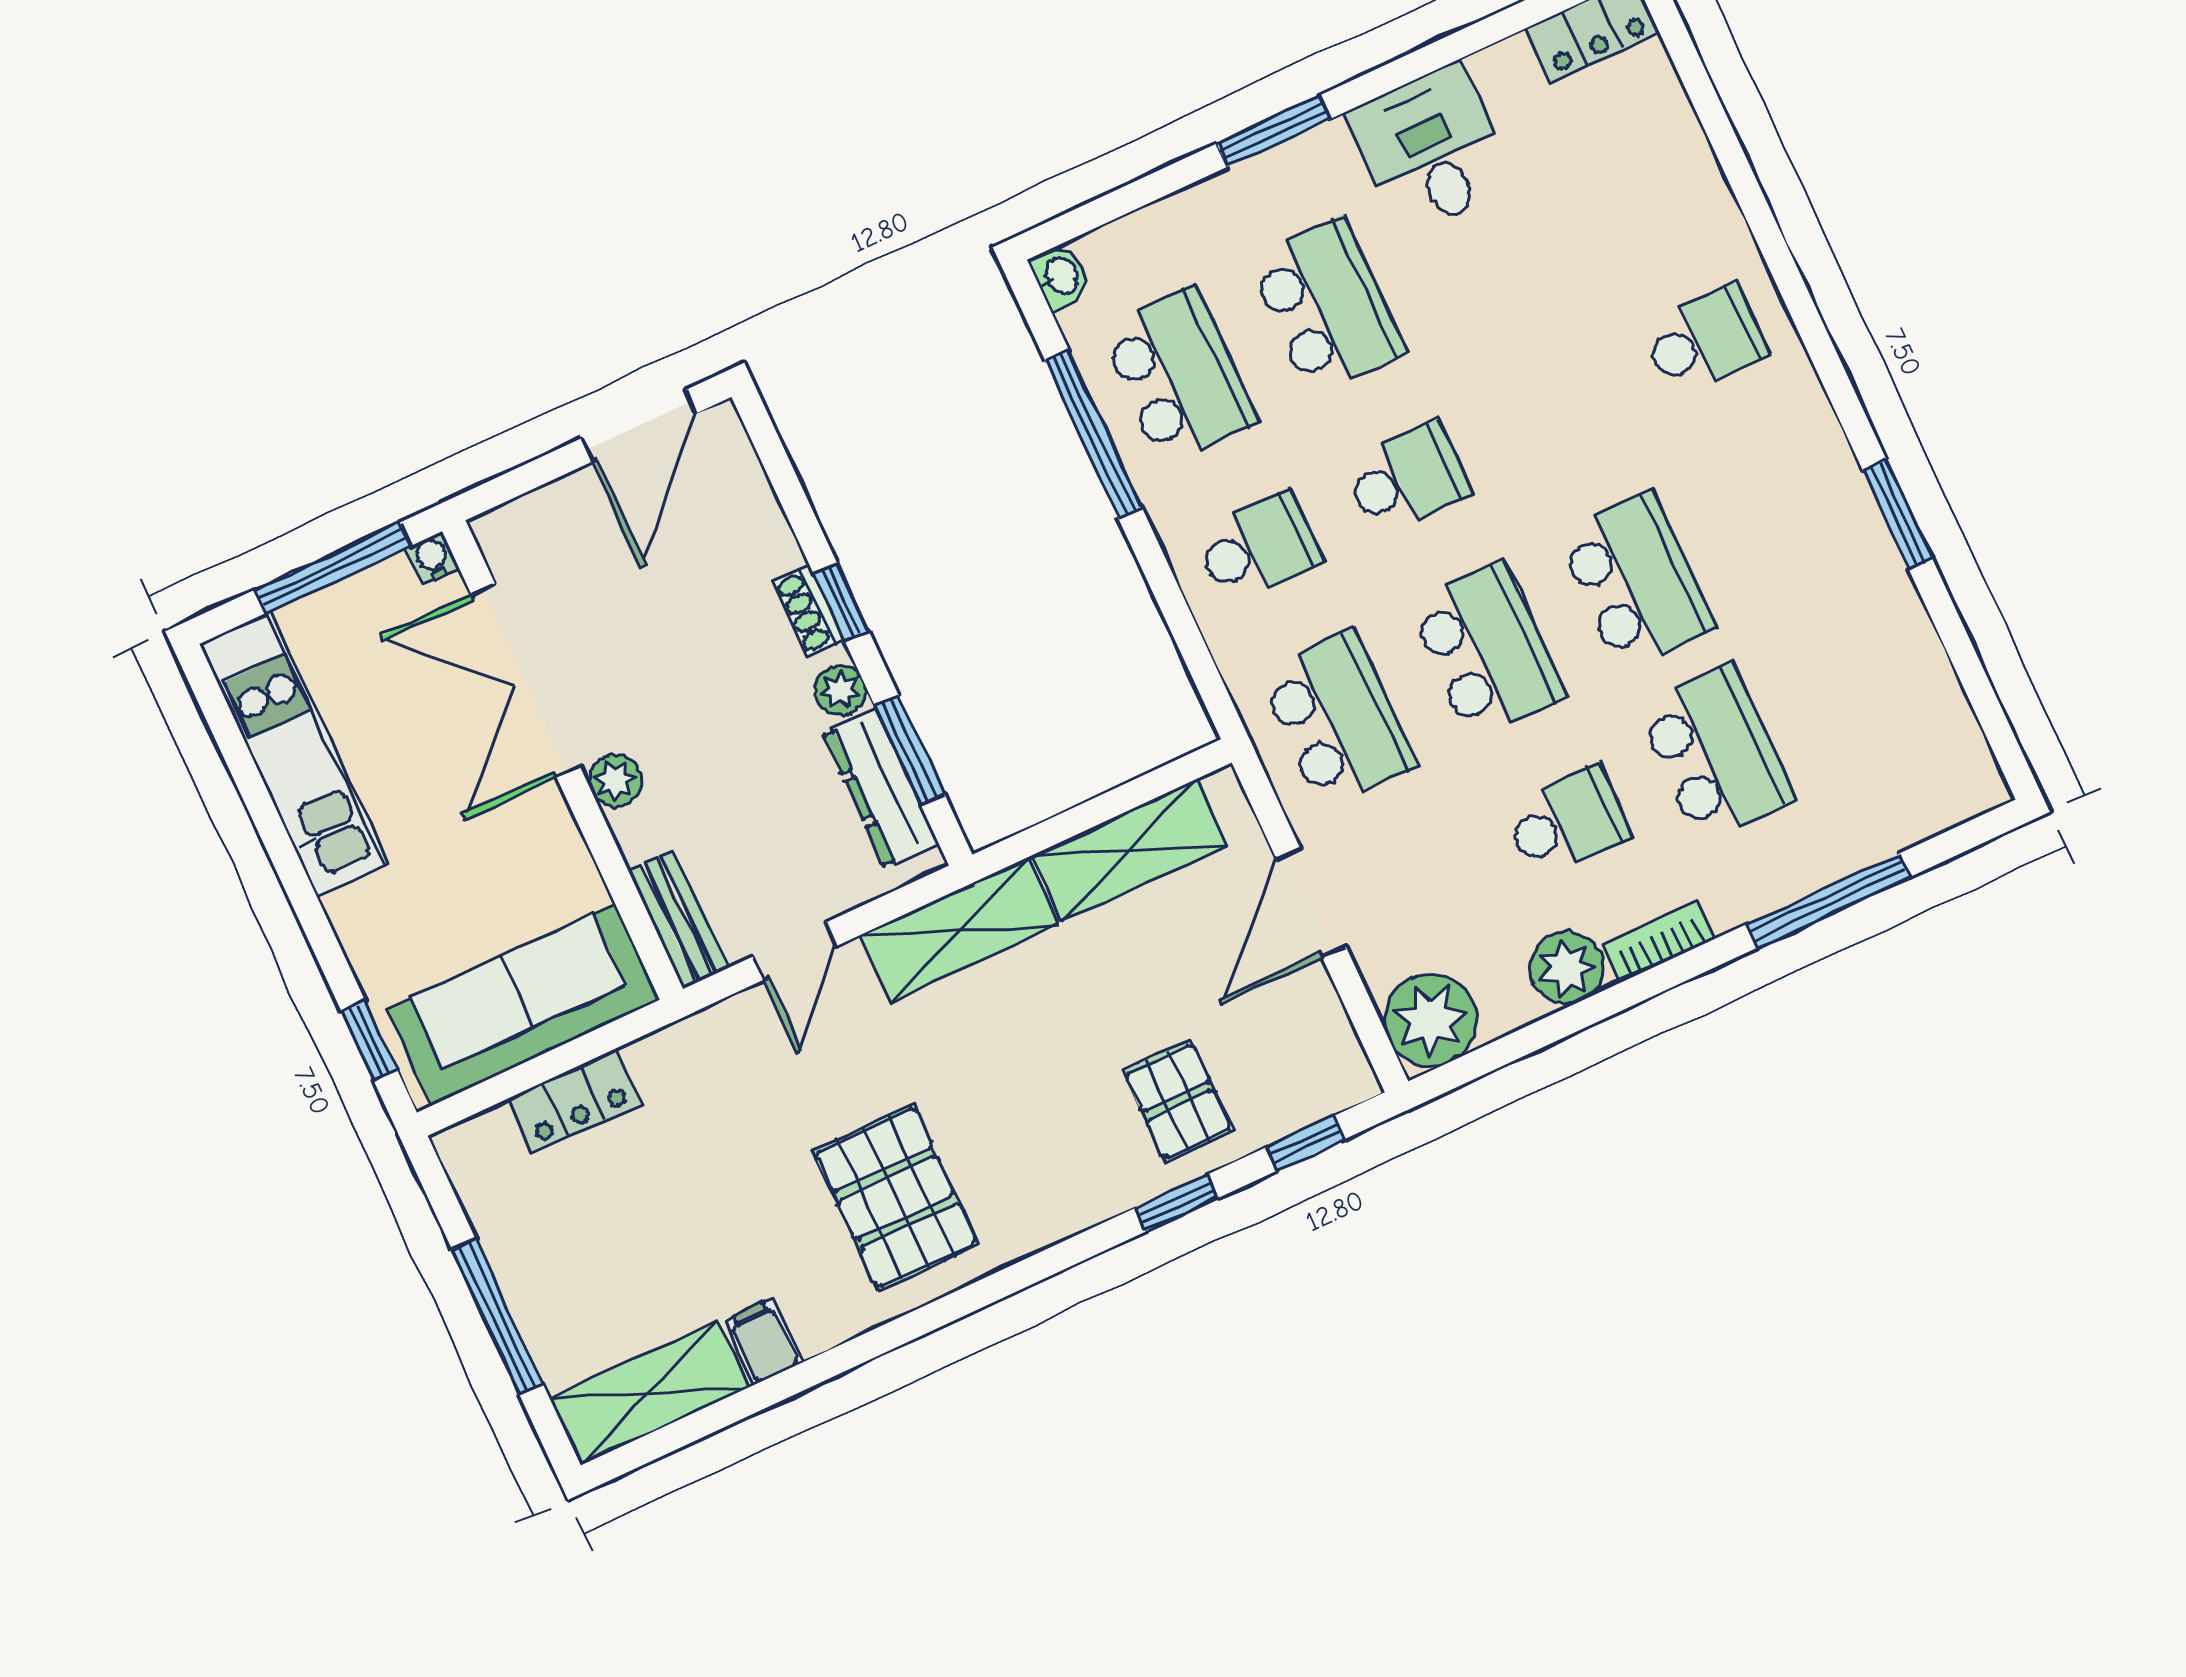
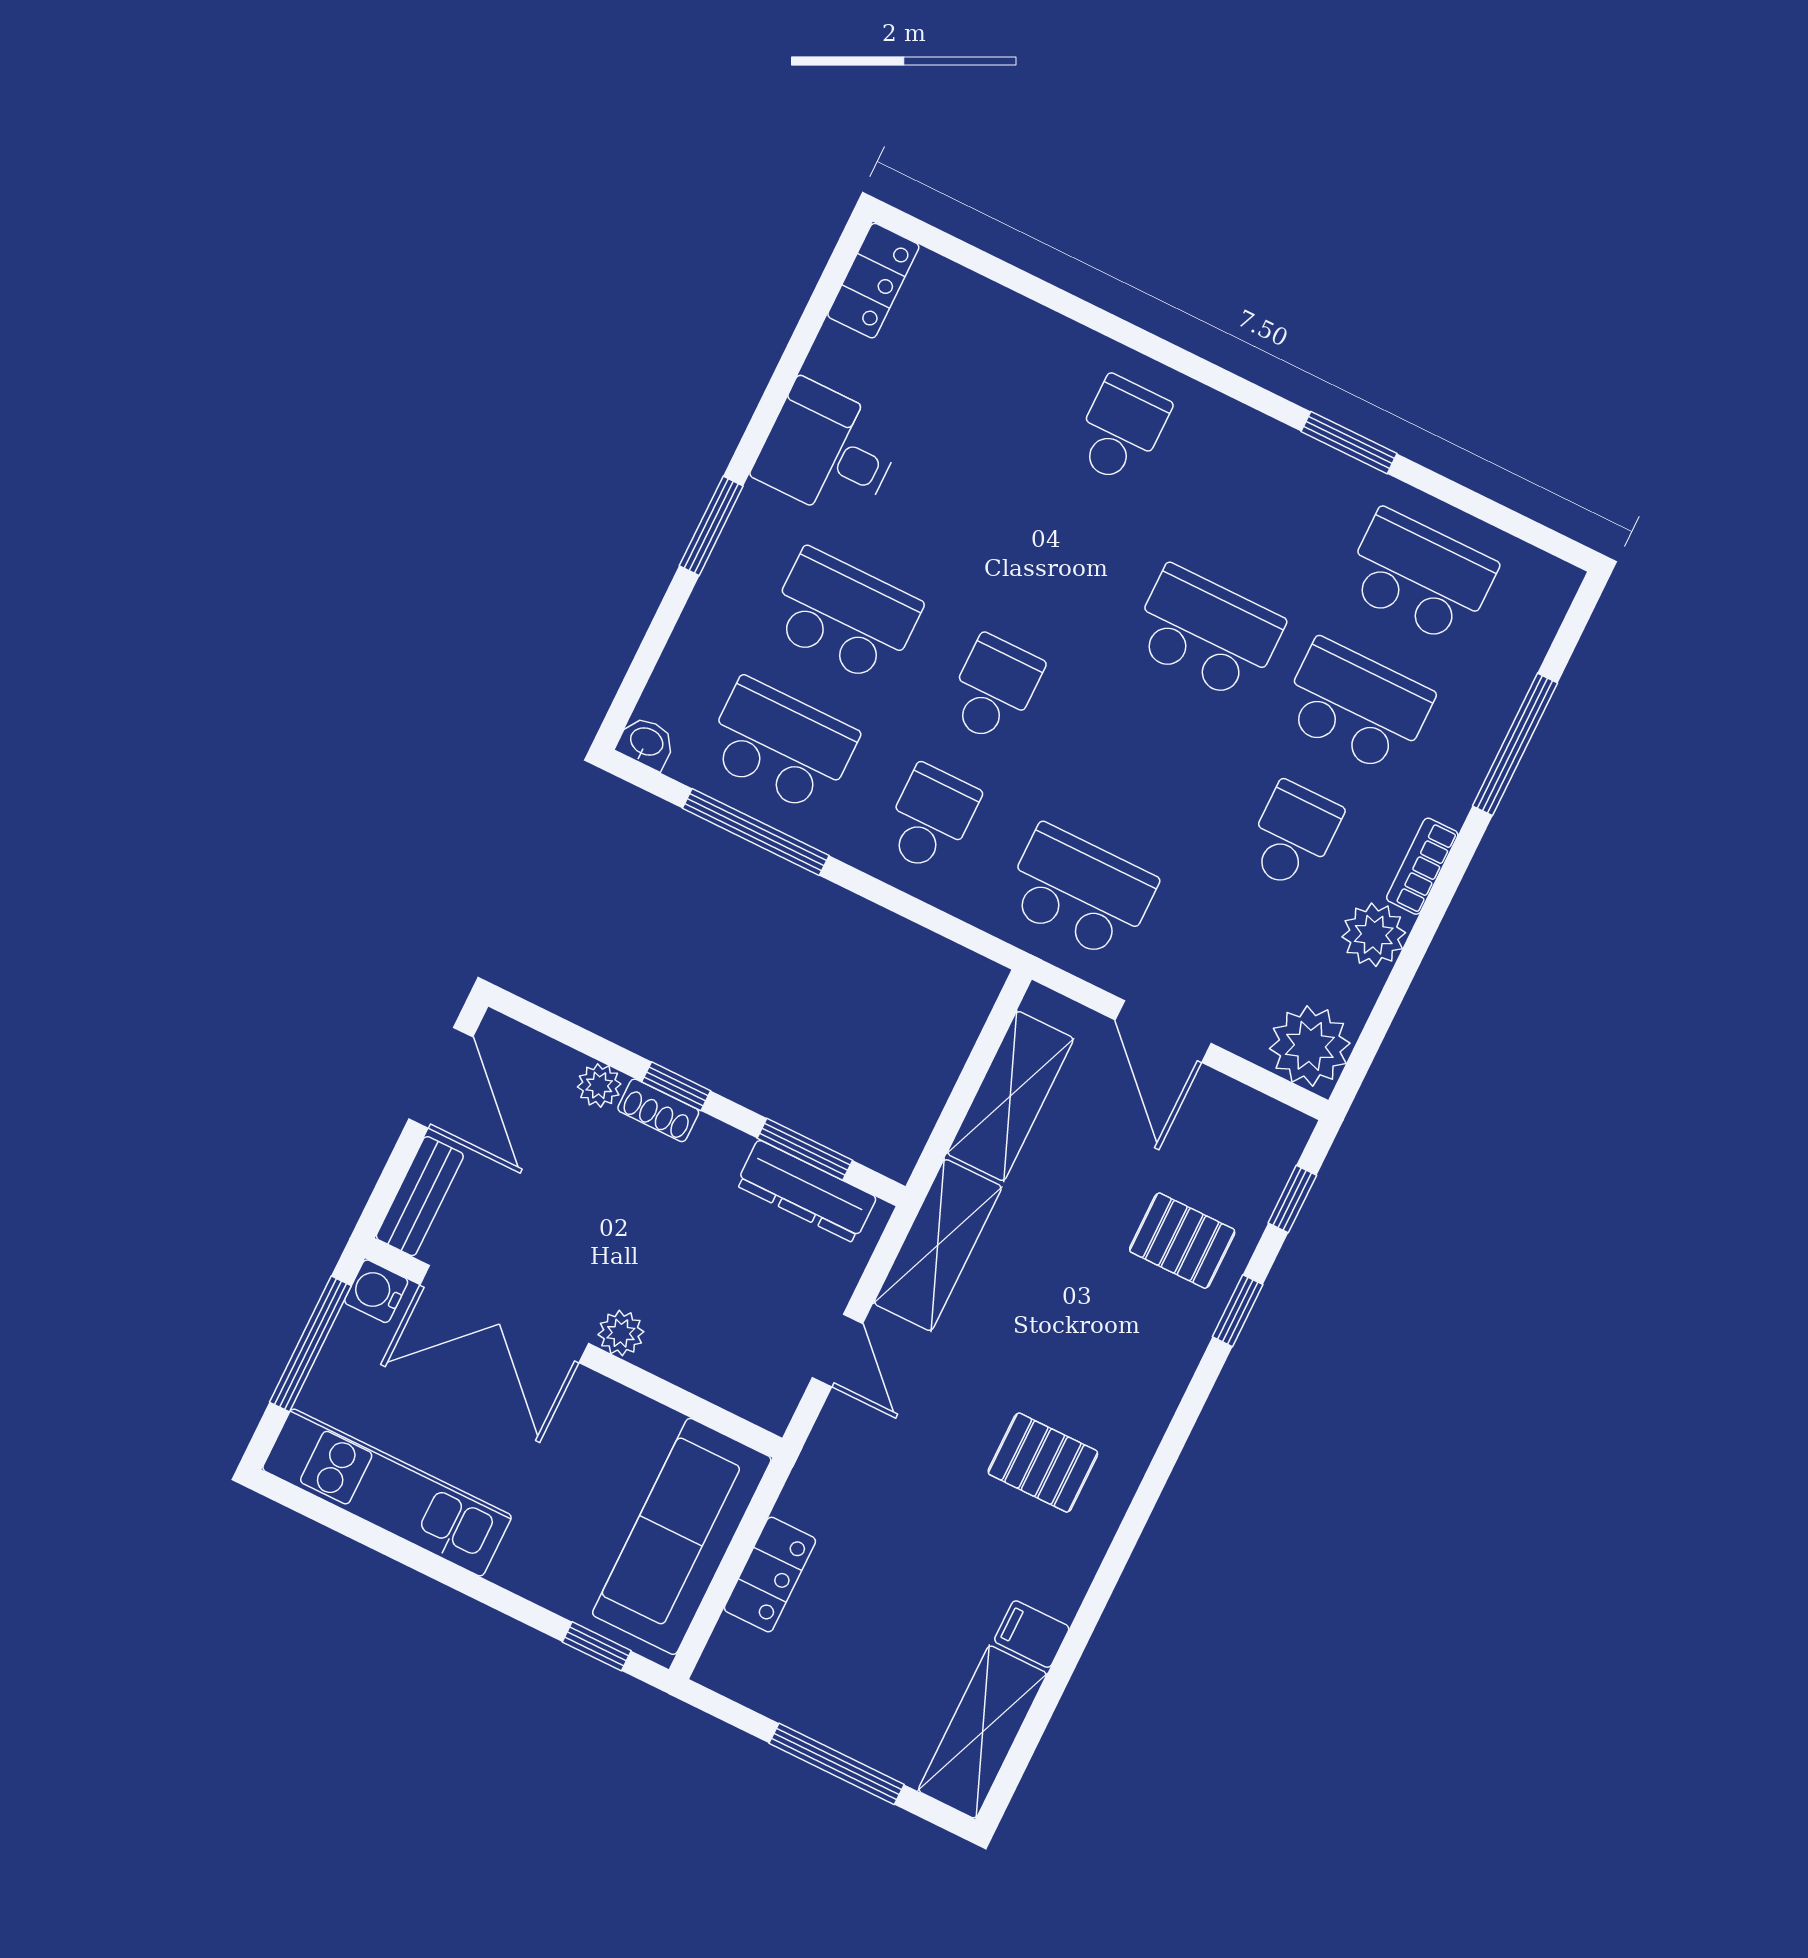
water cooler: (432, 558) -> (376, 1291), width x1.38, depth x1.38
school desk: (1487, 650) -> (1420, 576), moved
plant: (840, 690) -> (599, 1085), moved
bench: (678, 919) -> (420, 1196), moved, turned 90
pallet: (896, 1198) -> (1043, 1463), width x0.67, depth x0.71

